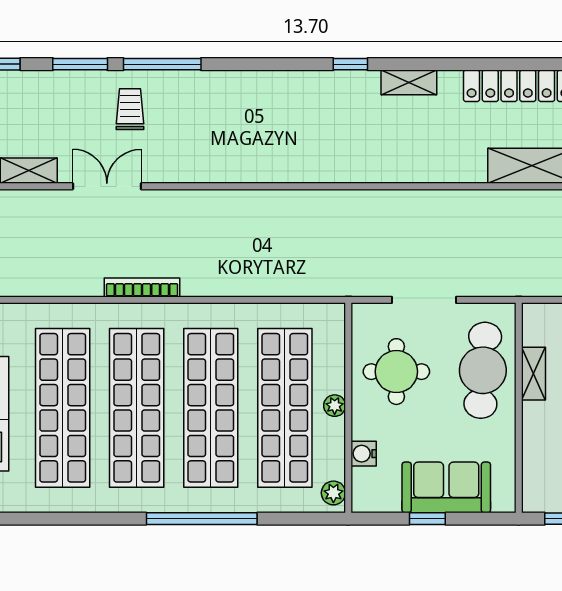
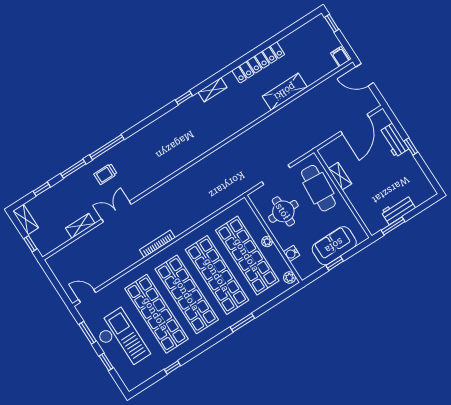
trolley: (130, 109) -> (106, 174), turned -90
window: (31, 519) -> (172, 367), added
window: (202, 519) -> (242, 323), width x0.47

